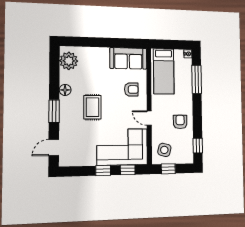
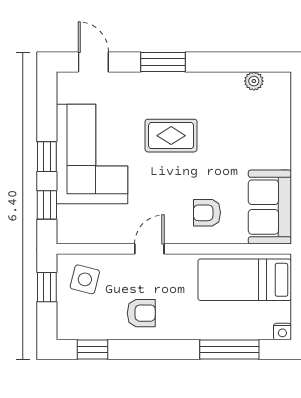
plant: (69, 61) -> (254, 81), width x0.53, depth x0.53
armchair: (131, 89) -> (207, 213), turned 90
floor lamp: (65, 90) -> (205, 83), removed
corner sofa: (122, 147) -> (92, 154), moved

